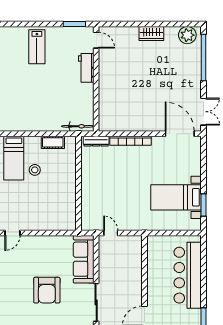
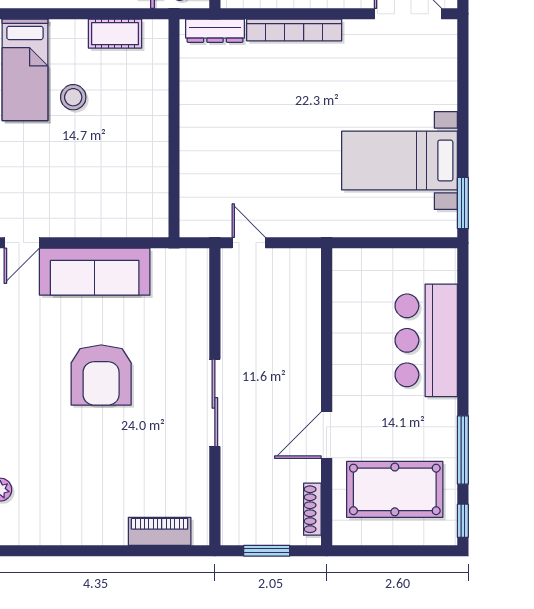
window: (204, 205) -> (463, 203), moved
sofa: (84, 259) -> (95, 272), moved, turned -90
bar counter: (188, 275) -> (426, 340), width x0.73

